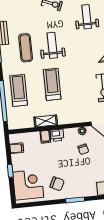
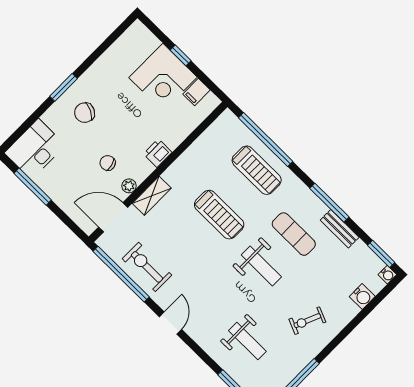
shelving: (46, 121) -> (152, 196), moved
filing cabinet: (45, 137) -> (171, 138), removed
chair: (57, 184) -> (85, 113), moved
corner desk: (28, 185) -> (163, 77), moved

